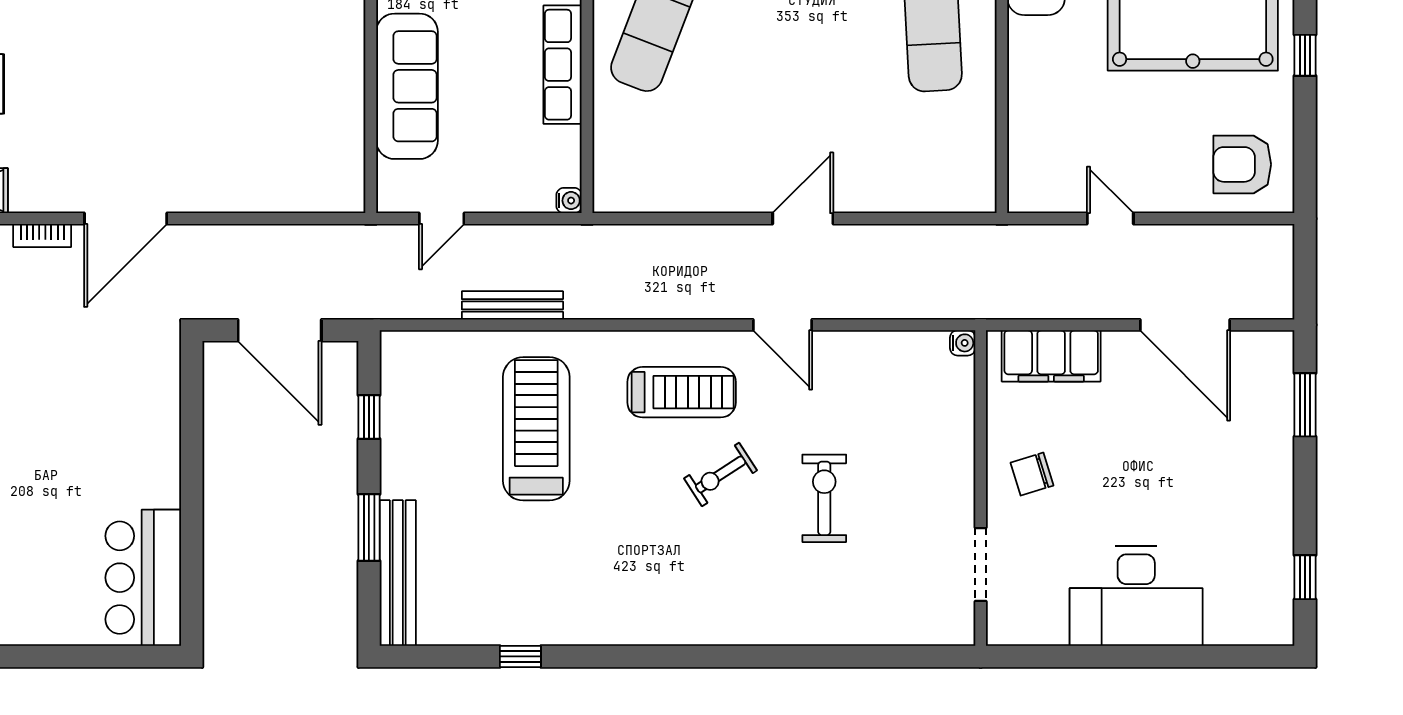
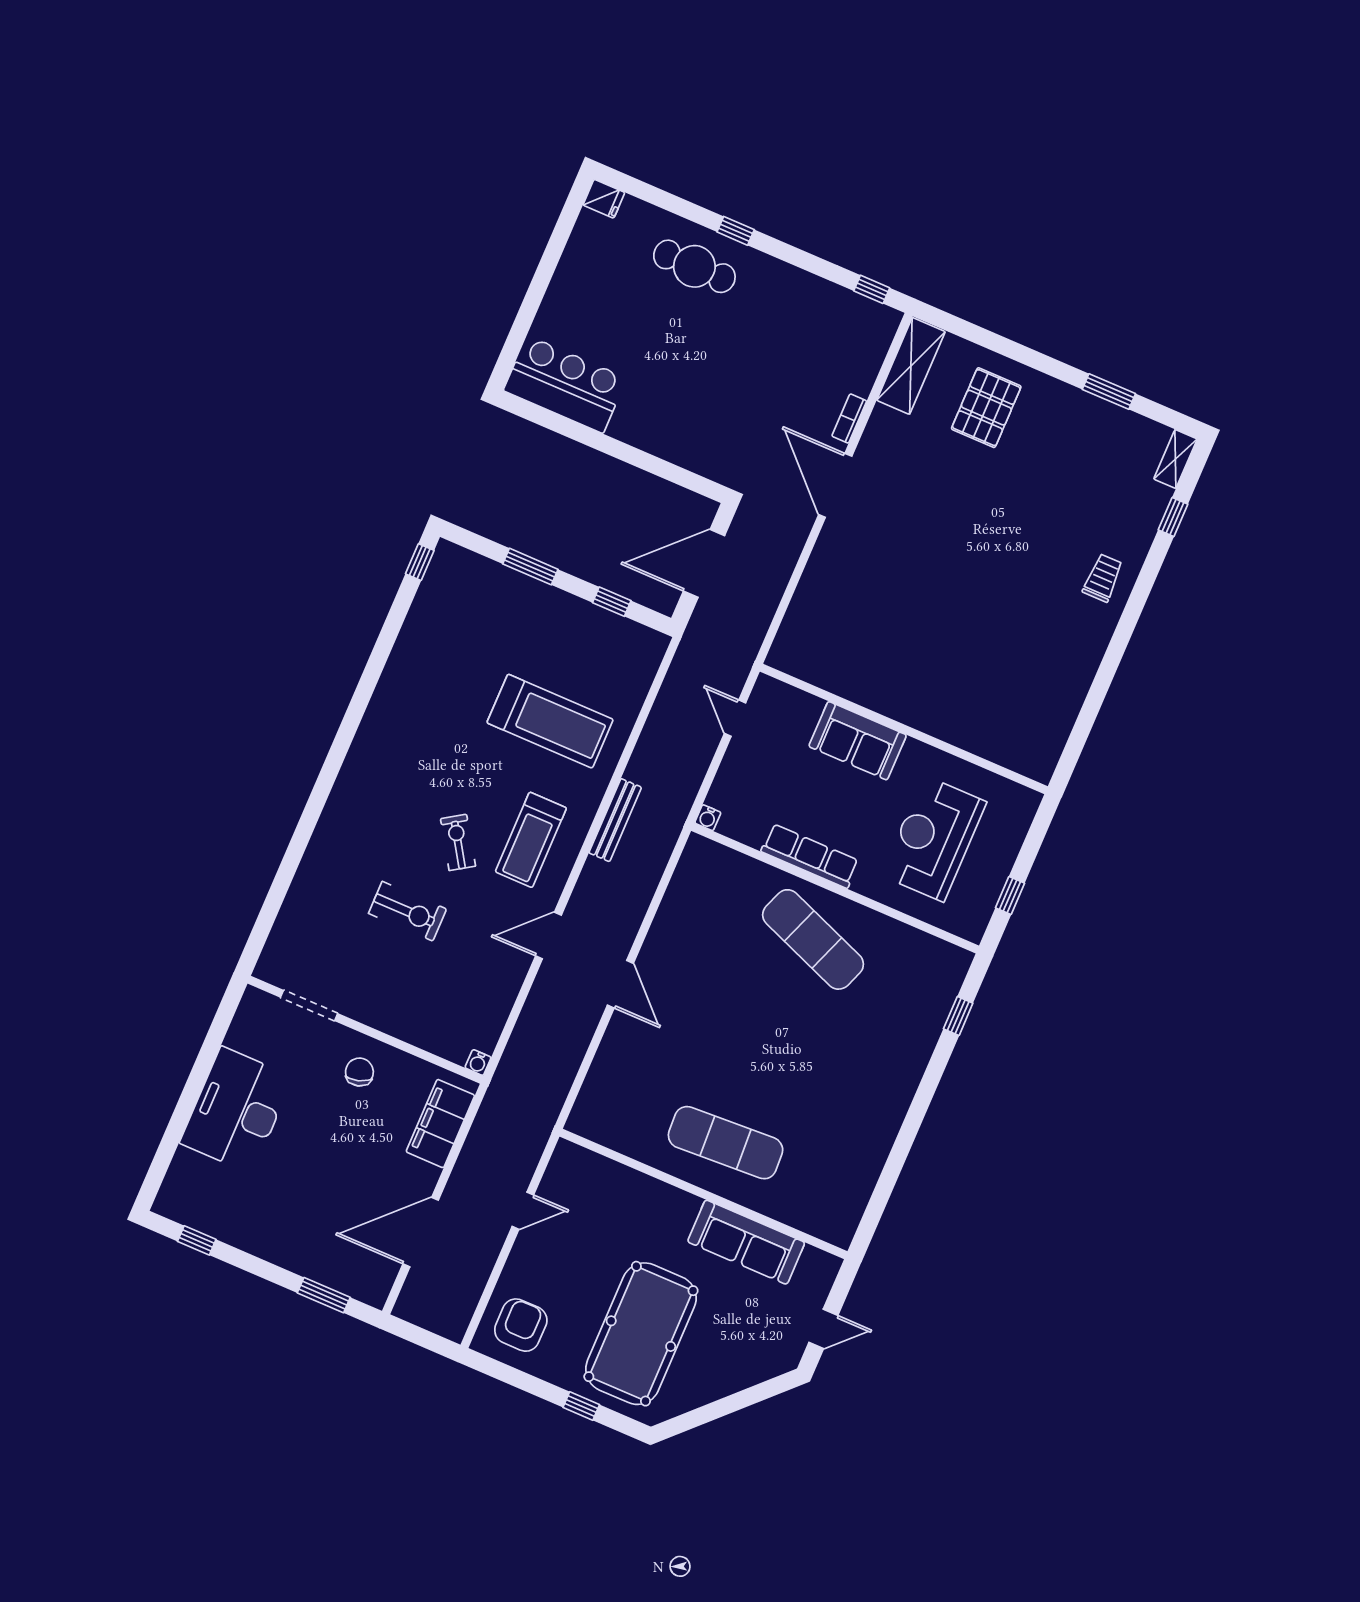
sofa: (407, 86) -> (858, 741), width x0.73
bench: (512, 305) -> (615, 820), moved
bench: (398, 573) -> (488, 573), removed
window: (520, 656) -> (420, 562), moved

